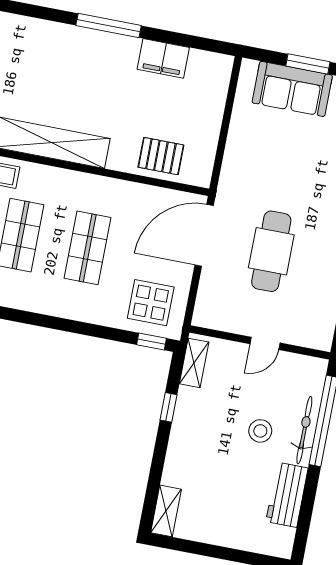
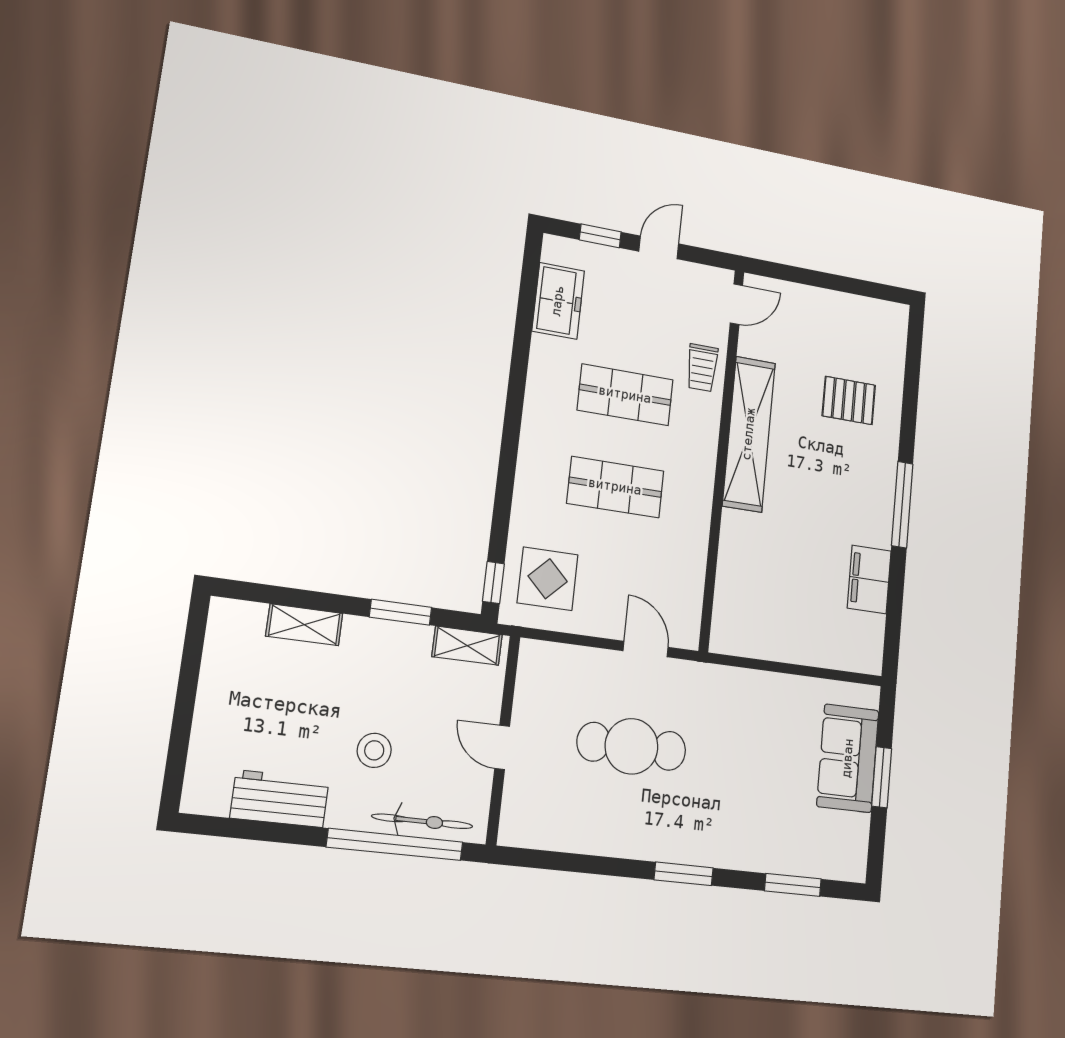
pallet: (161, 156) -> (849, 400), moved, turned 90
door: (204, 235) -> (646, 649), width x0.53
window: (168, 407) -> (401, 612), width x1.50
bicycle: (304, 430) -> (422, 821), moved
shelving: (166, 511) -> (304, 625), moved

